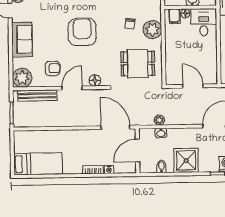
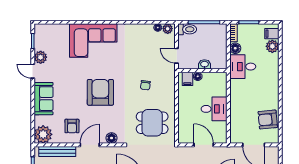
desk: (204, 22) -> (214, 109), moved, turned 90
plant: (152, 30) -> (166, 91), removed
armchair: (53, 68) -> (72, 126), turned 90

